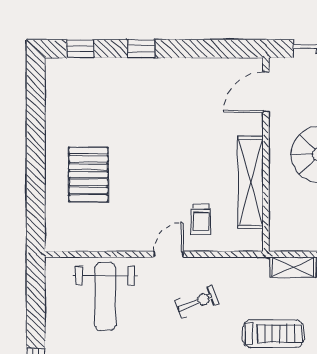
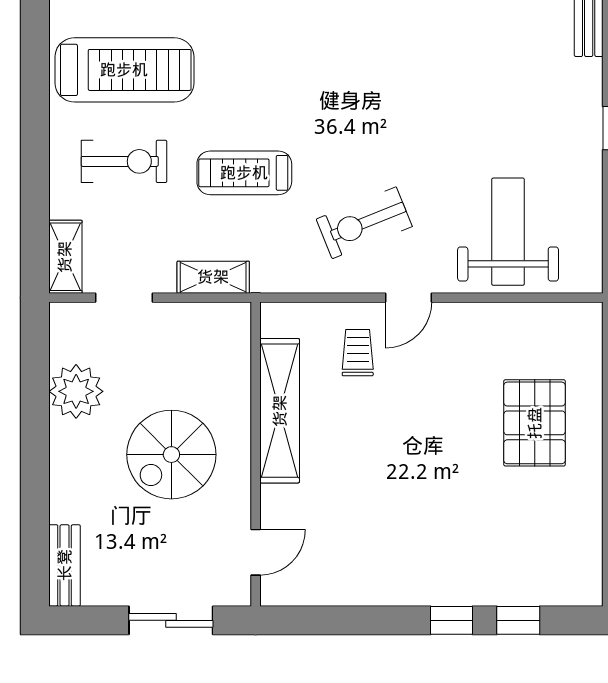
window: (80, 49) -> (518, 620), moved
door: (266, 92) -> (256, 552), width x0.73
exercise bike: (197, 302) -> (364, 223), width x1.38, depth x1.39

